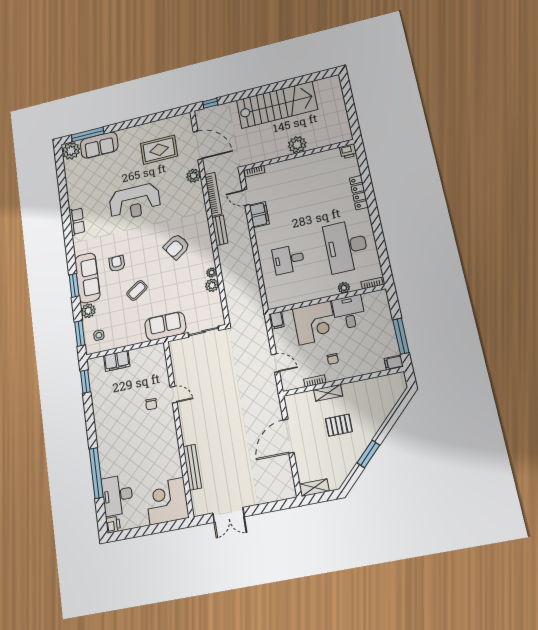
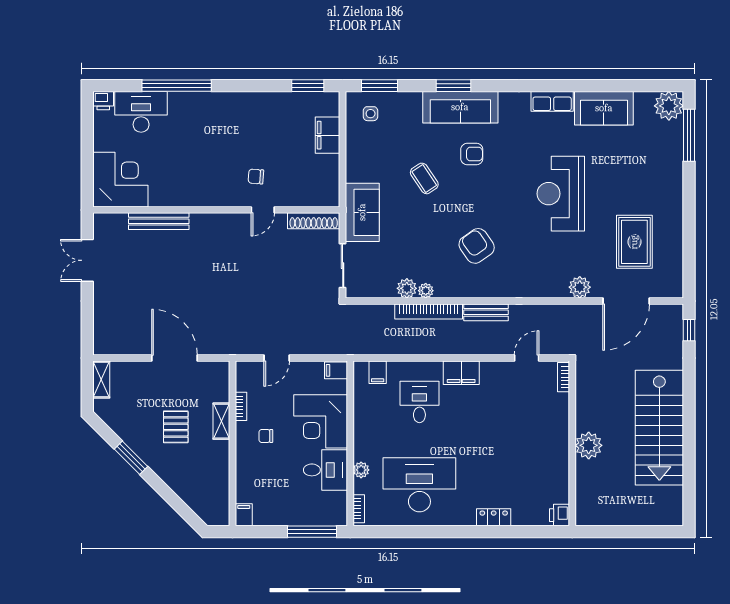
sofa: (99, 145) -> (604, 108), moved, turned -90
locker: (359, 193) -> (494, 517), width x0.66
bookcase: (213, 194) -> (429, 312), moved
filing cabinet: (259, 215) -> (461, 373), moved
filing cabinet: (273, 292) -> (378, 372), added
plant: (88, 311) -> (410, 102), removed
window: (401, 336) -> (312, 532), moved
shoe rack: (176, 358) -> (314, 221), added

